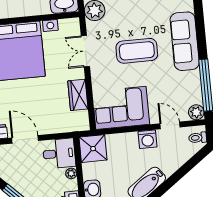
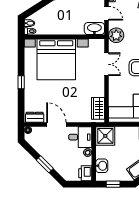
double door: (85, 51) -> (107, 64), swing flipped
wardrobe: (78, 95) -> (98, 108), moved

